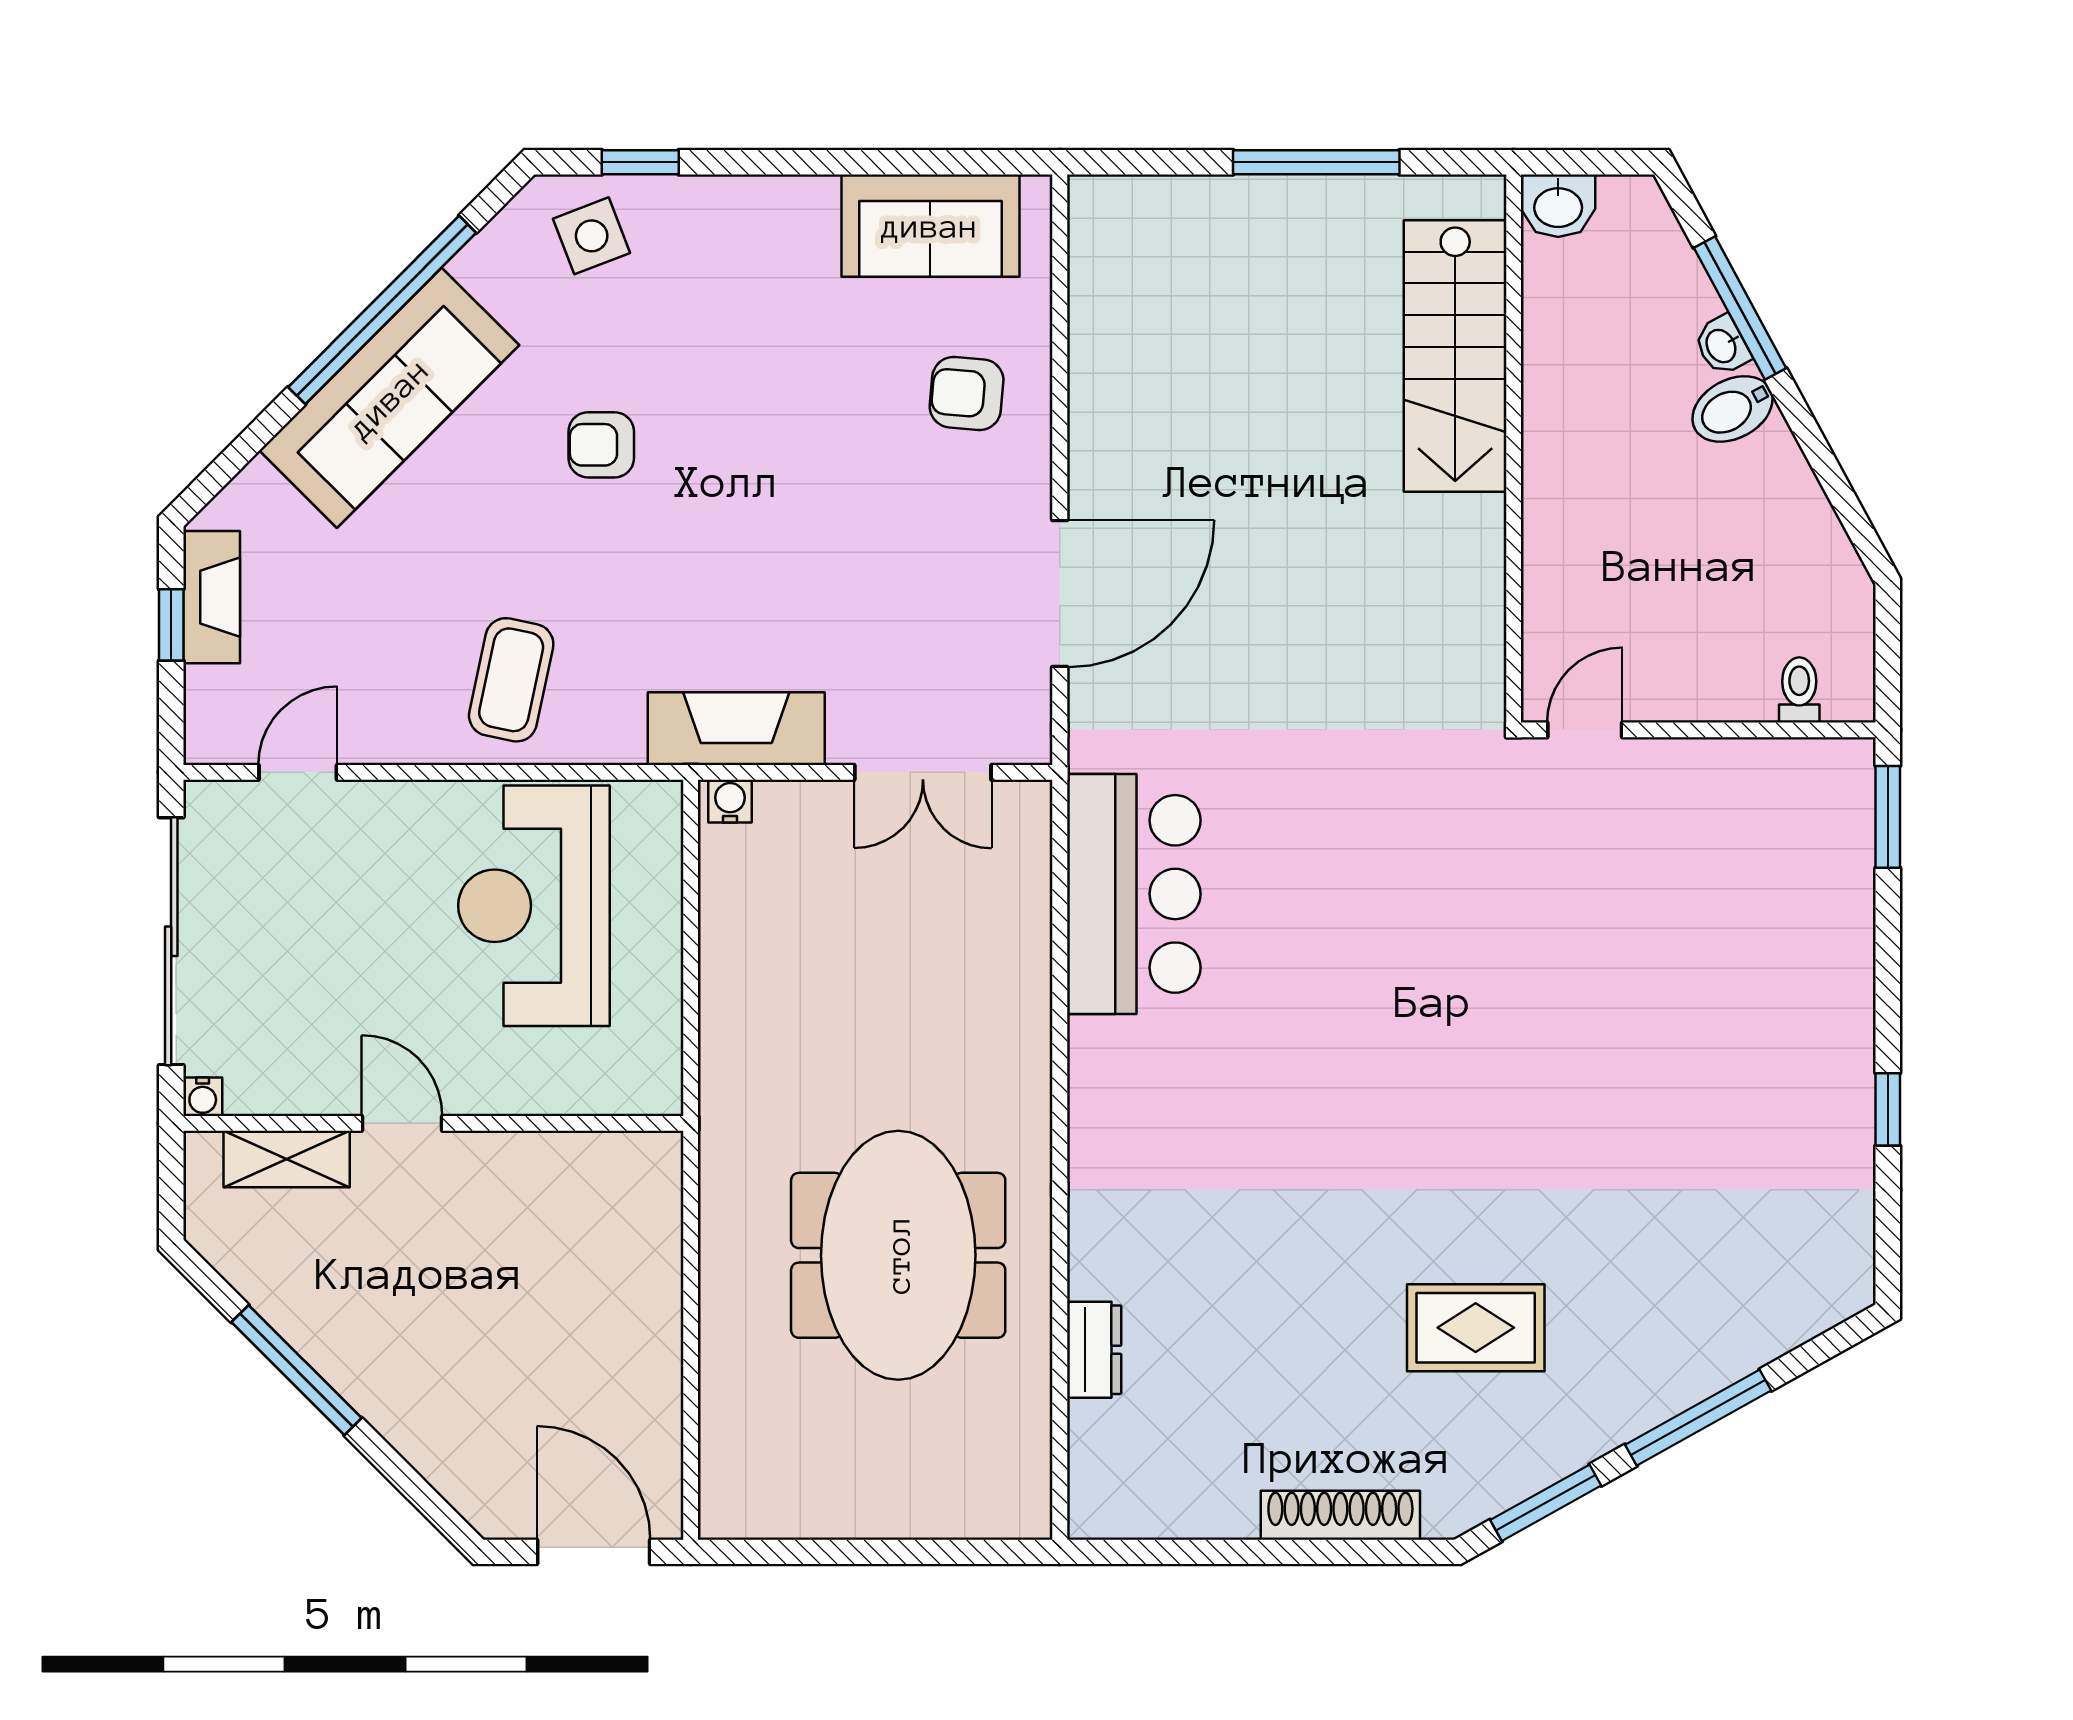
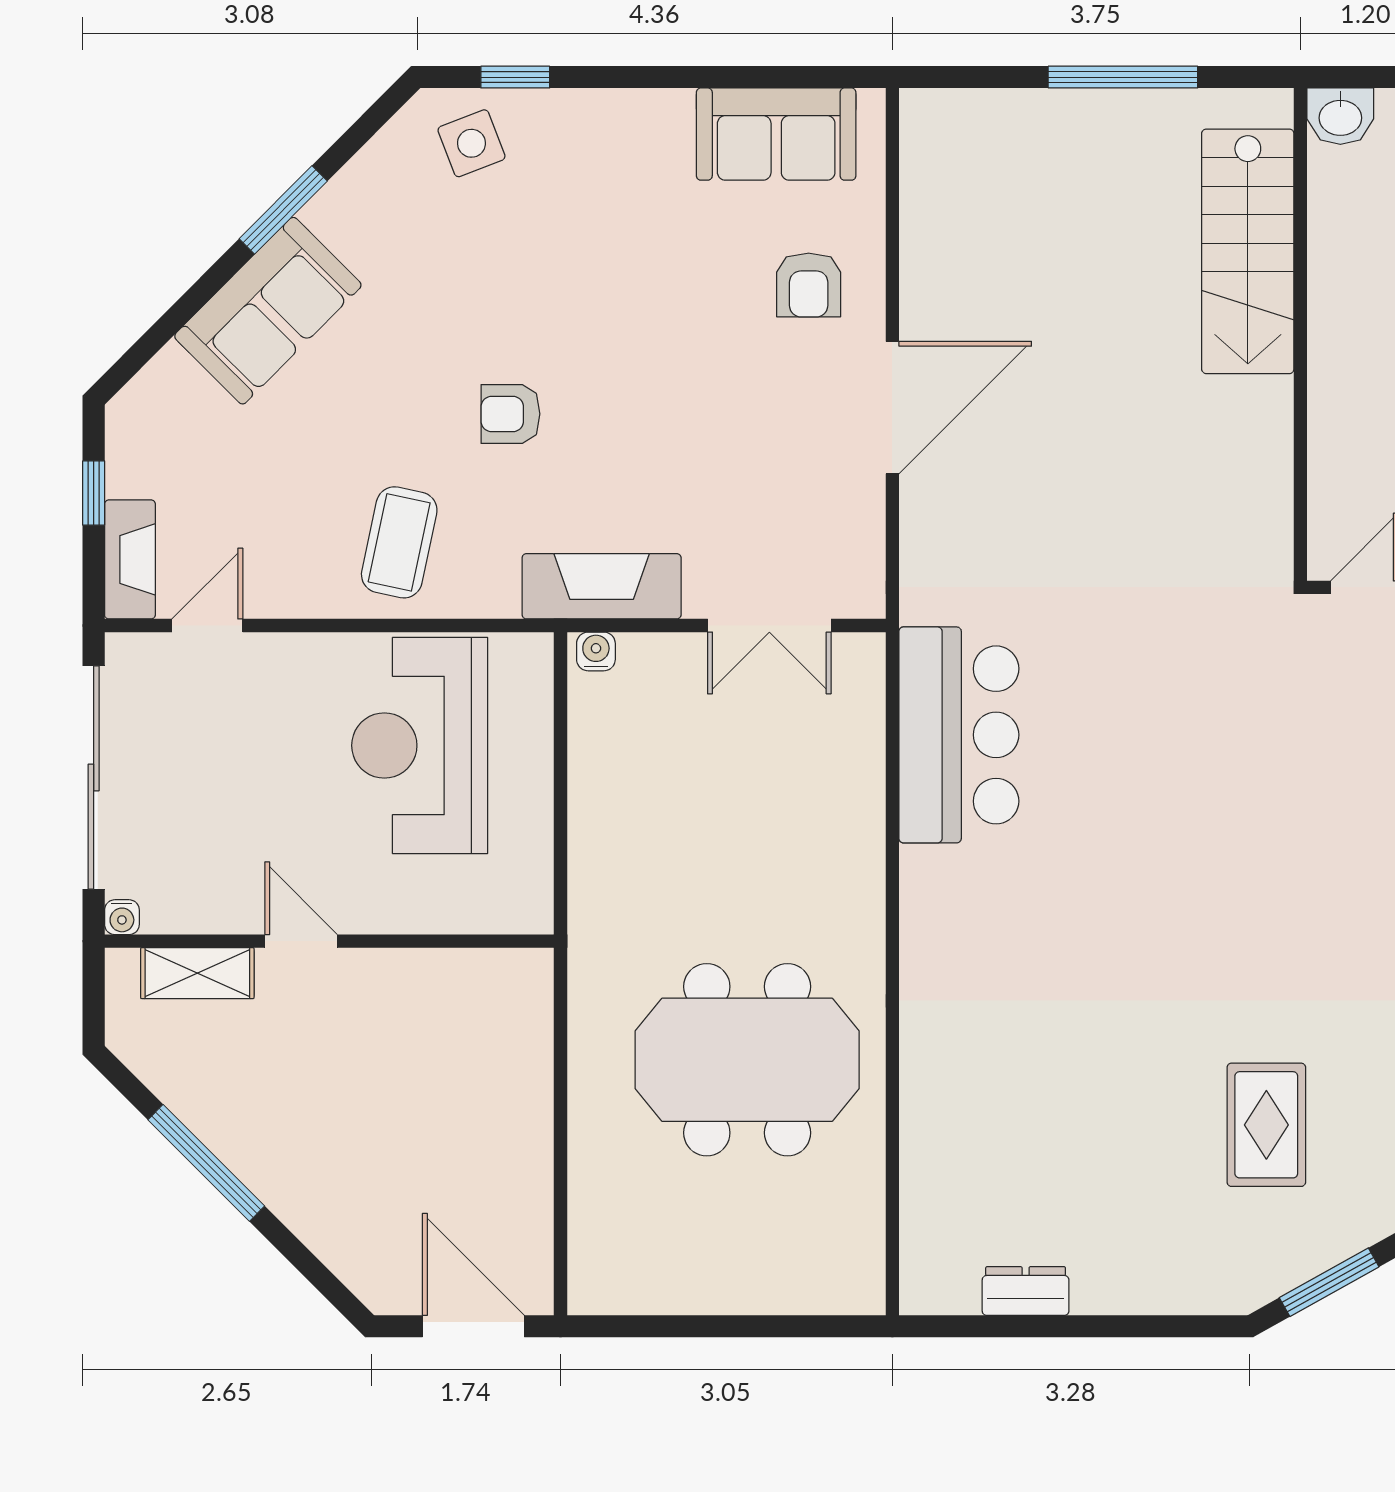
window: (382, 310) -> (283, 210), width x0.47
armchair: (967, 393) -> (809, 285), turned -95
sofa: (389, 398) -> (268, 311), width x0.73
armchair: (601, 445) -> (510, 414), moved
door: (1060, 593) -> (892, 408), moved
fireplace: (212, 597) -> (130, 559), moved
meeting table: (898, 1255) -> (747, 1060), turned 90
rug: (1476, 1328) -> (1266, 1125), turned 90
dresser: (1094, 1350) -> (1026, 1291), moved, turned -90
shoe rack: (1340, 1515) -> (1145, 1293), removed

